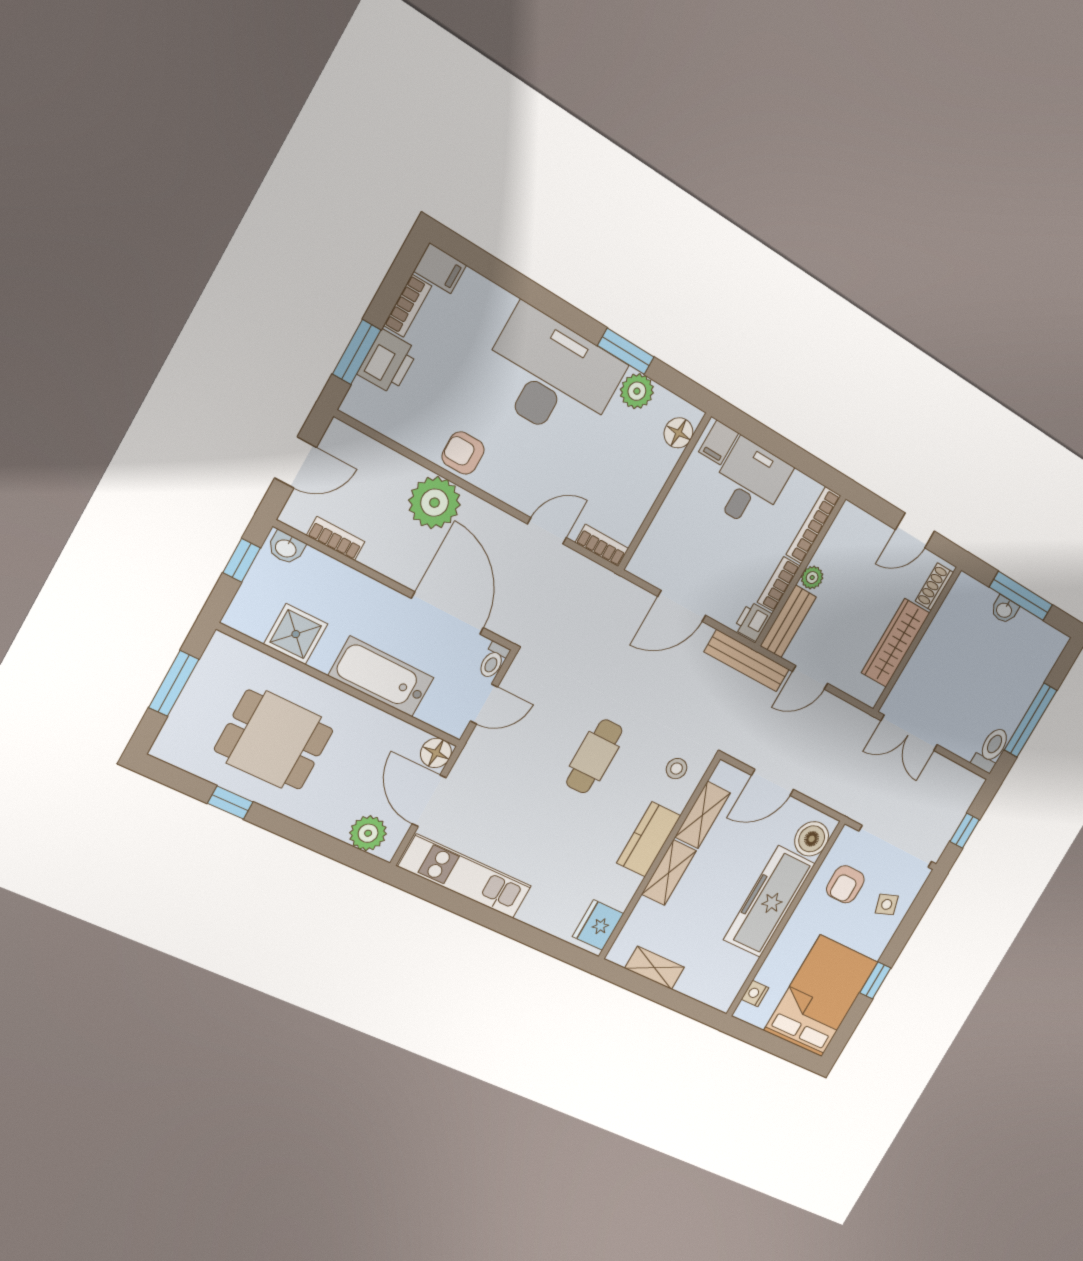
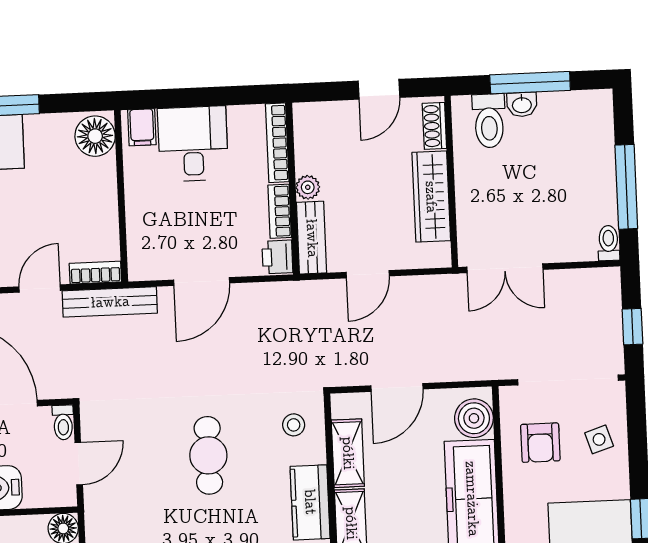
plant: (637, 391) -> (42, 130), removed
floor lamp: (678, 433) -> (95, 136), width x1.38, depth x1.38
toilet: (974, 608) -> (489, 121), added
bench: (747, 661) -> (110, 302), moved
toilet: (991, 749) -> (608, 243), width x0.73, depth x0.72

